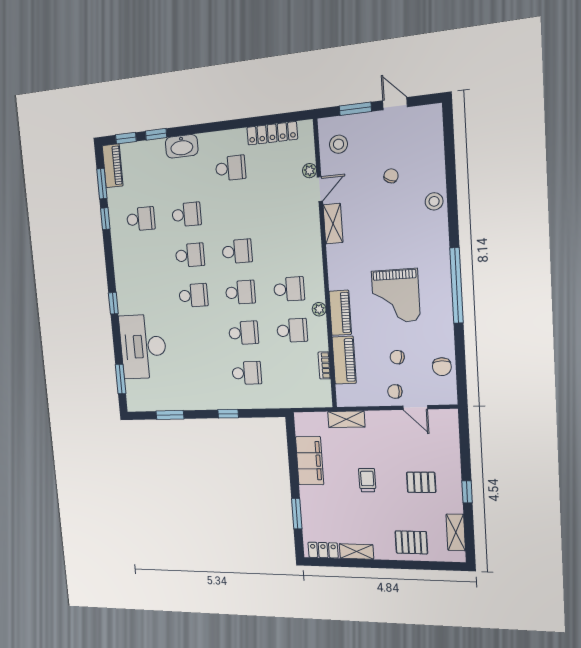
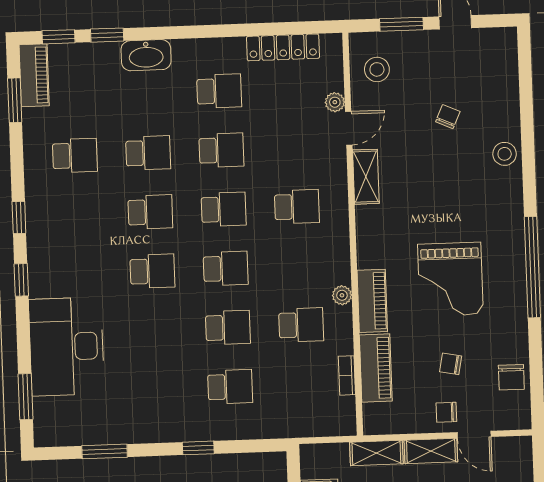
school desk: (234, 210) -> (221, 150), added
window: (105, 219) -> (19, 218), moved
school desk: (289, 289) -> (297, 207), moved
shelving: (384, 419) -> (431, 451), added

